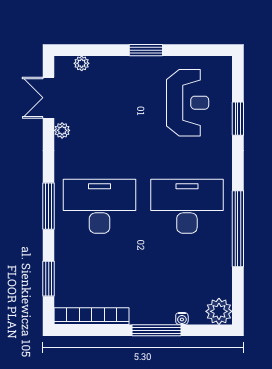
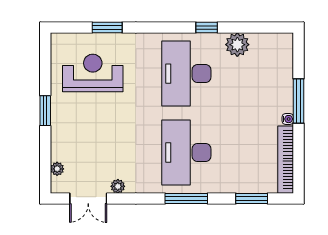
window: (238, 229) -> (207, 28), width x0.32
plant: (219, 311) -> (237, 45), moved
water cooler: (182, 319) -> (288, 119), moved

